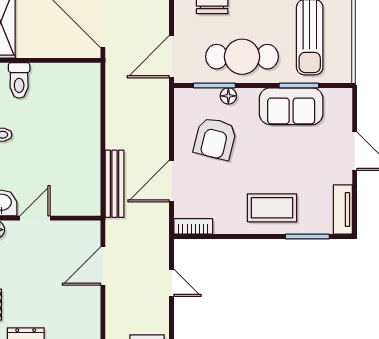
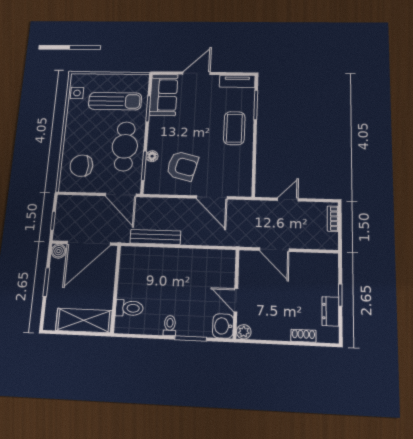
sofa: (291, 106) -> (164, 95), moved
bench: (115, 184) -> (155, 237), moved
bookcase: (193, 226) -> (246, 183), removed

